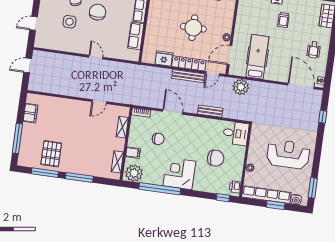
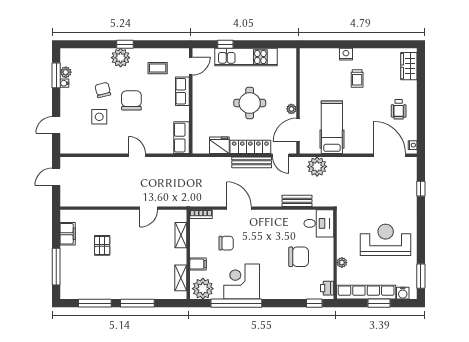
row of seats: (136, 36) -> (182, 138), moved
door: (213, 74) -> (281, 155), hinge flipped
bench: (210, 111) -> (297, 201), moved
pallet: (51, 154) -> (102, 245), moved, width x0.67, depth x0.71
corner desk: (179, 174) -> (242, 282), moved

